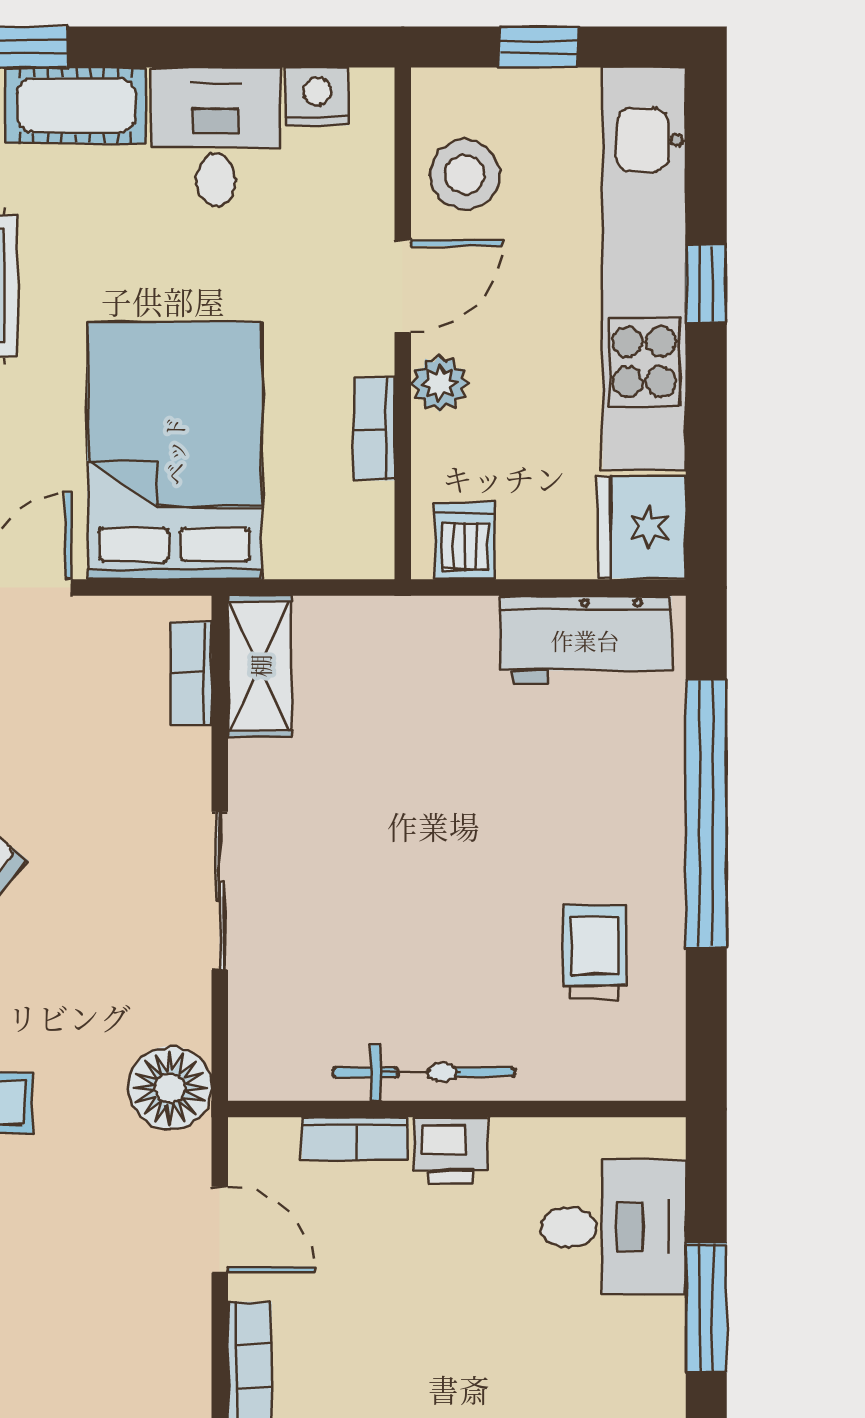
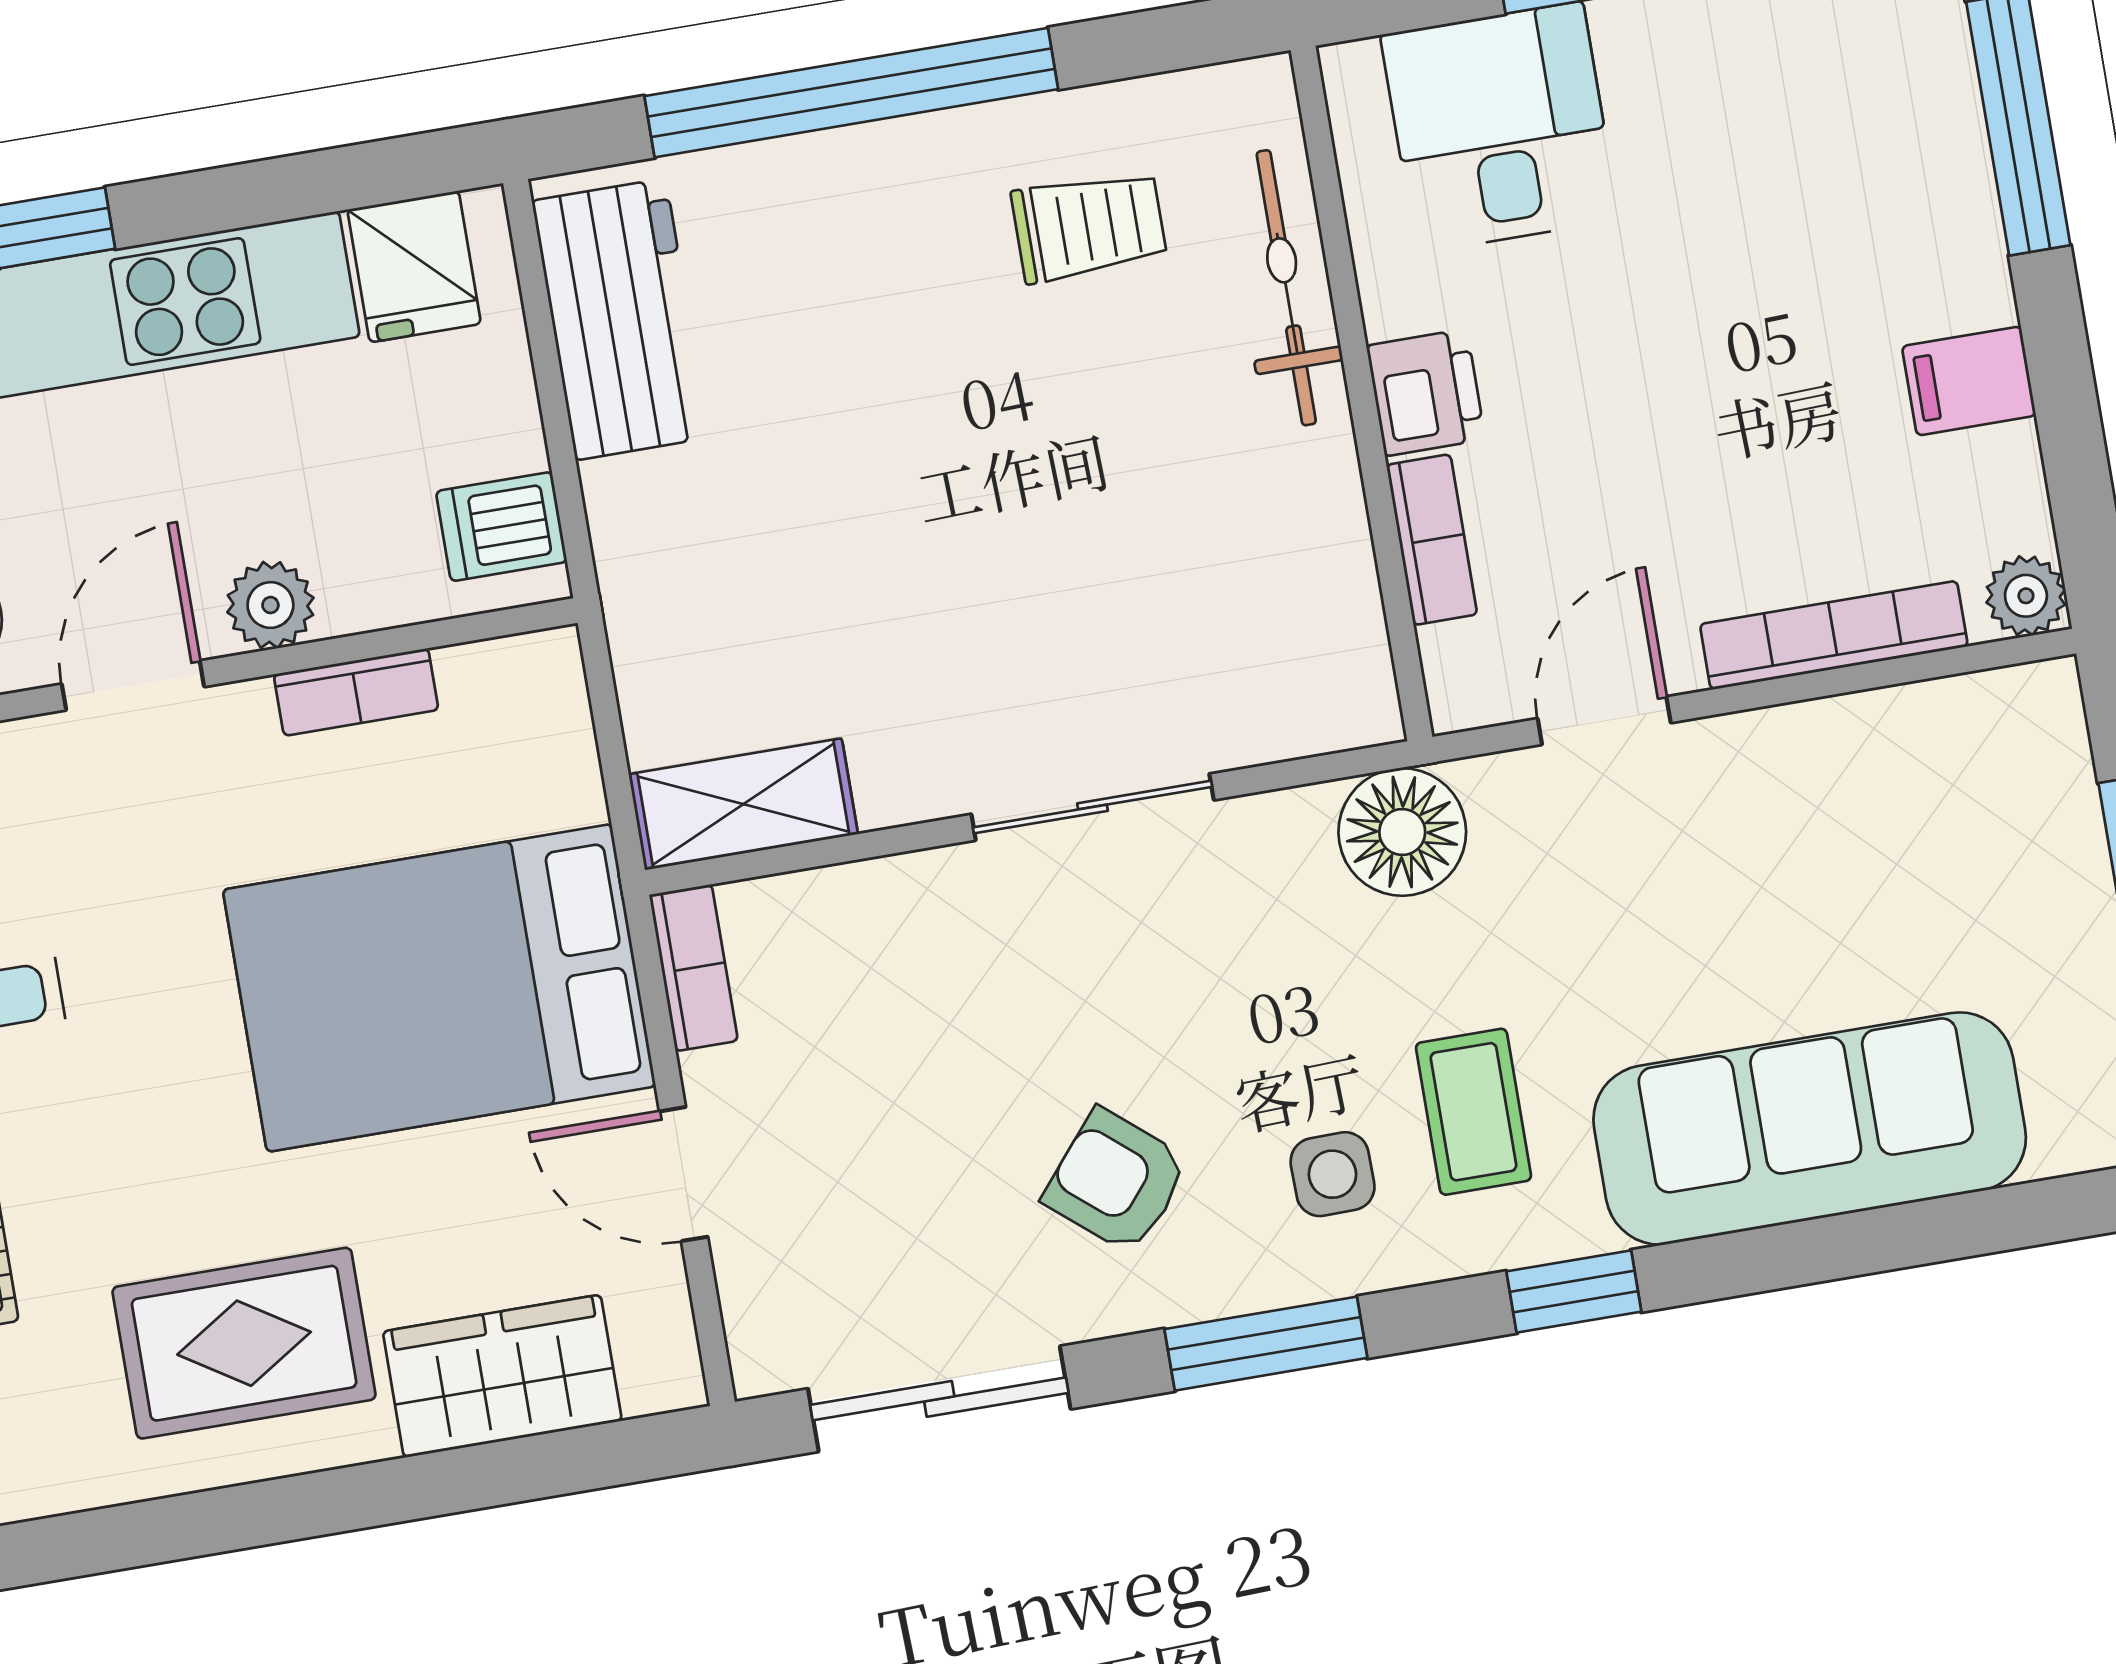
door: (403, 286) -> (133, 685), hinge flipped
fridge: (642, 527) -> (414, 267), width x0.72
bookcase: (191, 674) -> (694, 968), moved, turned -90
trolley: (594, 952) -> (1089, 226), turned 180
bicycle: (424, 1072) -> (1286, 288), moved

